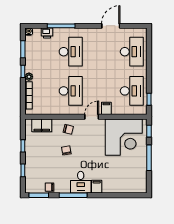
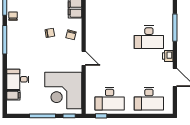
printer: (47, 33) -> (168, 56), moved
desk: (71, 91) -> (110, 37), removed
filing cabinet: (106, 108) -> (92, 73), removed
desk: (81, 182) -> (18, 79), moved
filing cabinet: (97, 187) -> (13, 95), moved

